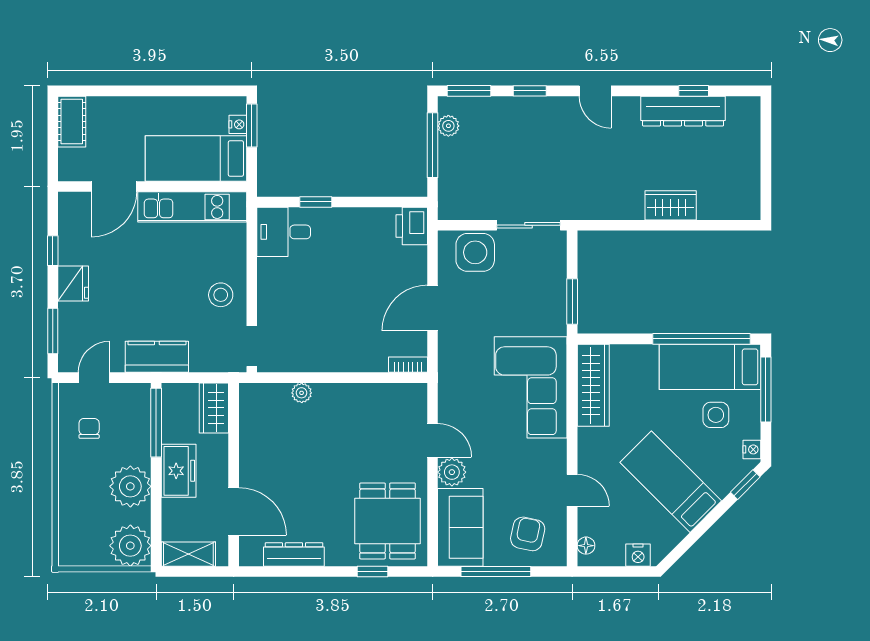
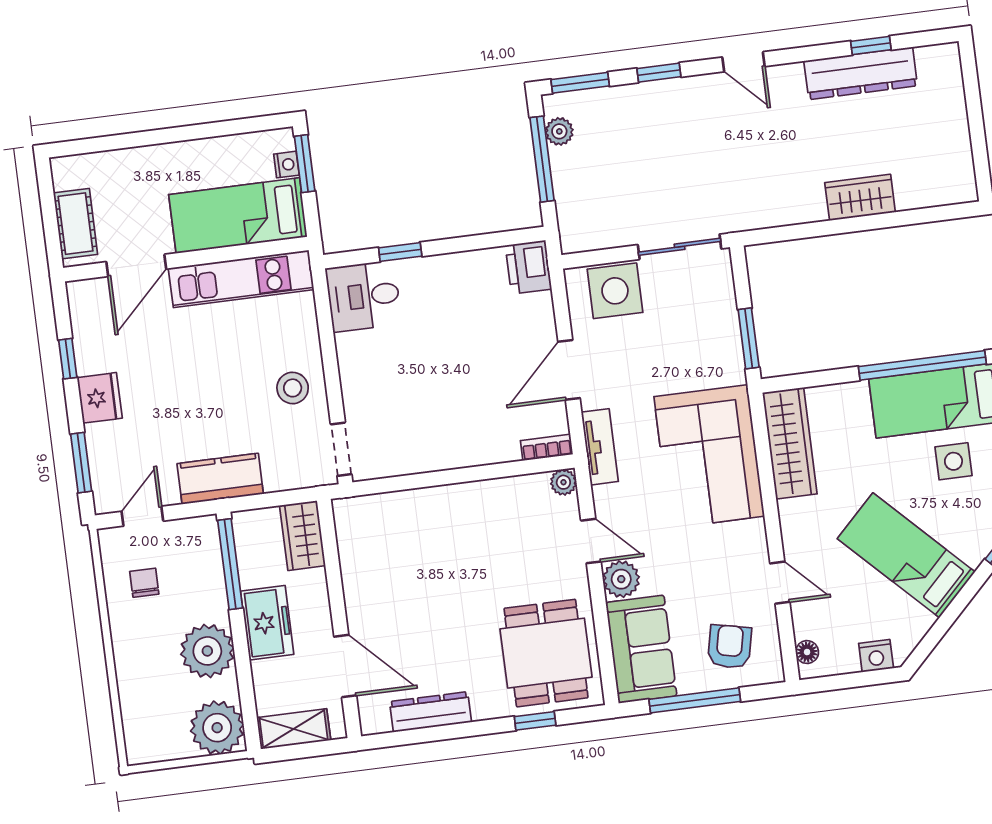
cot: (72, 122) -> (76, 224), moved
tv unit: (448, 369) -> (600, 447), added
plant: (302, 393) -> (563, 482), moved

